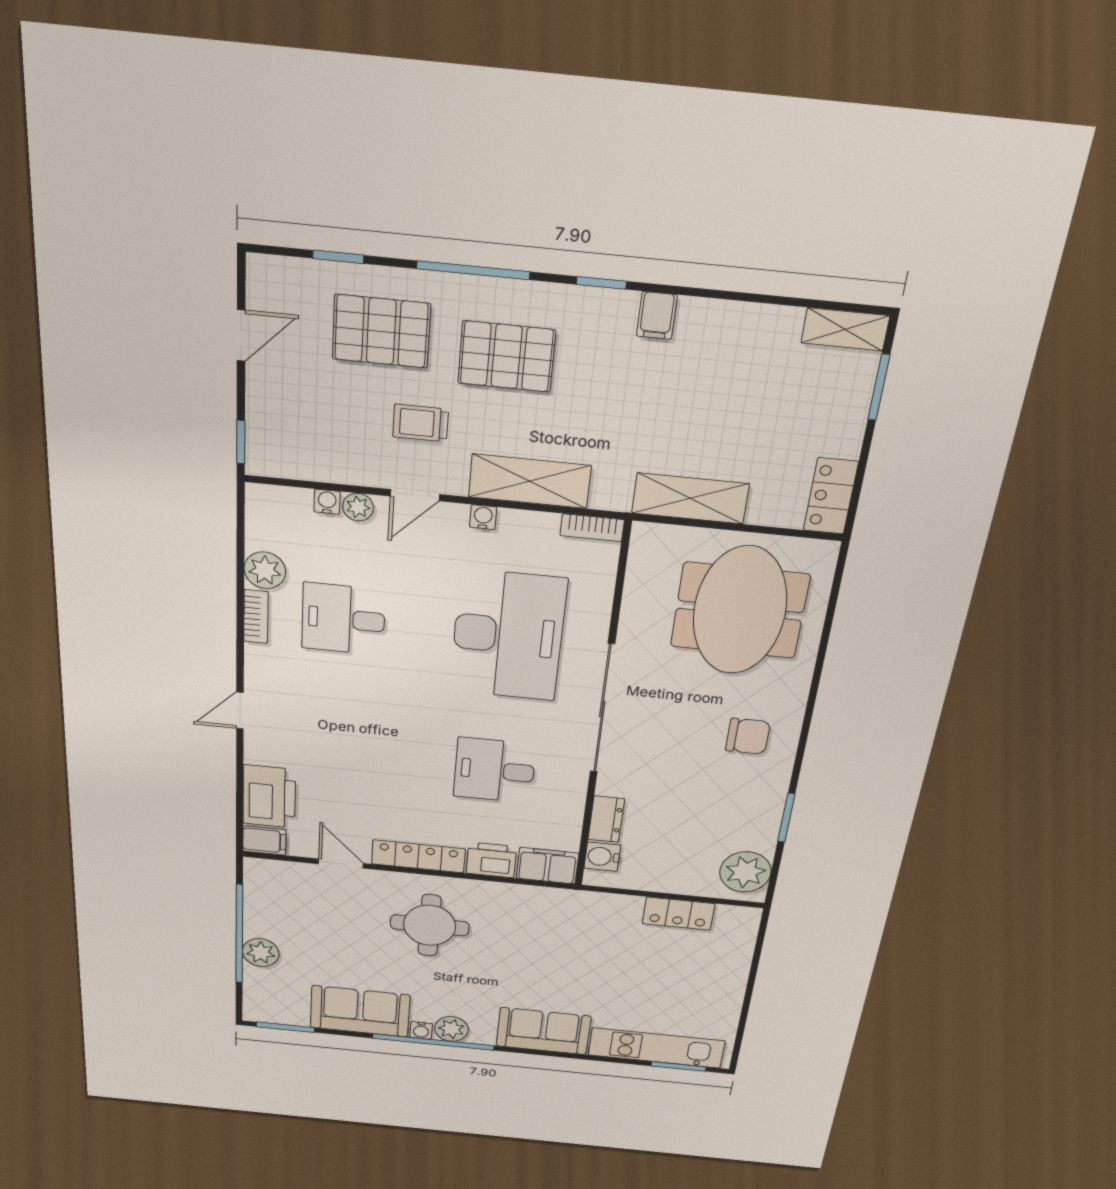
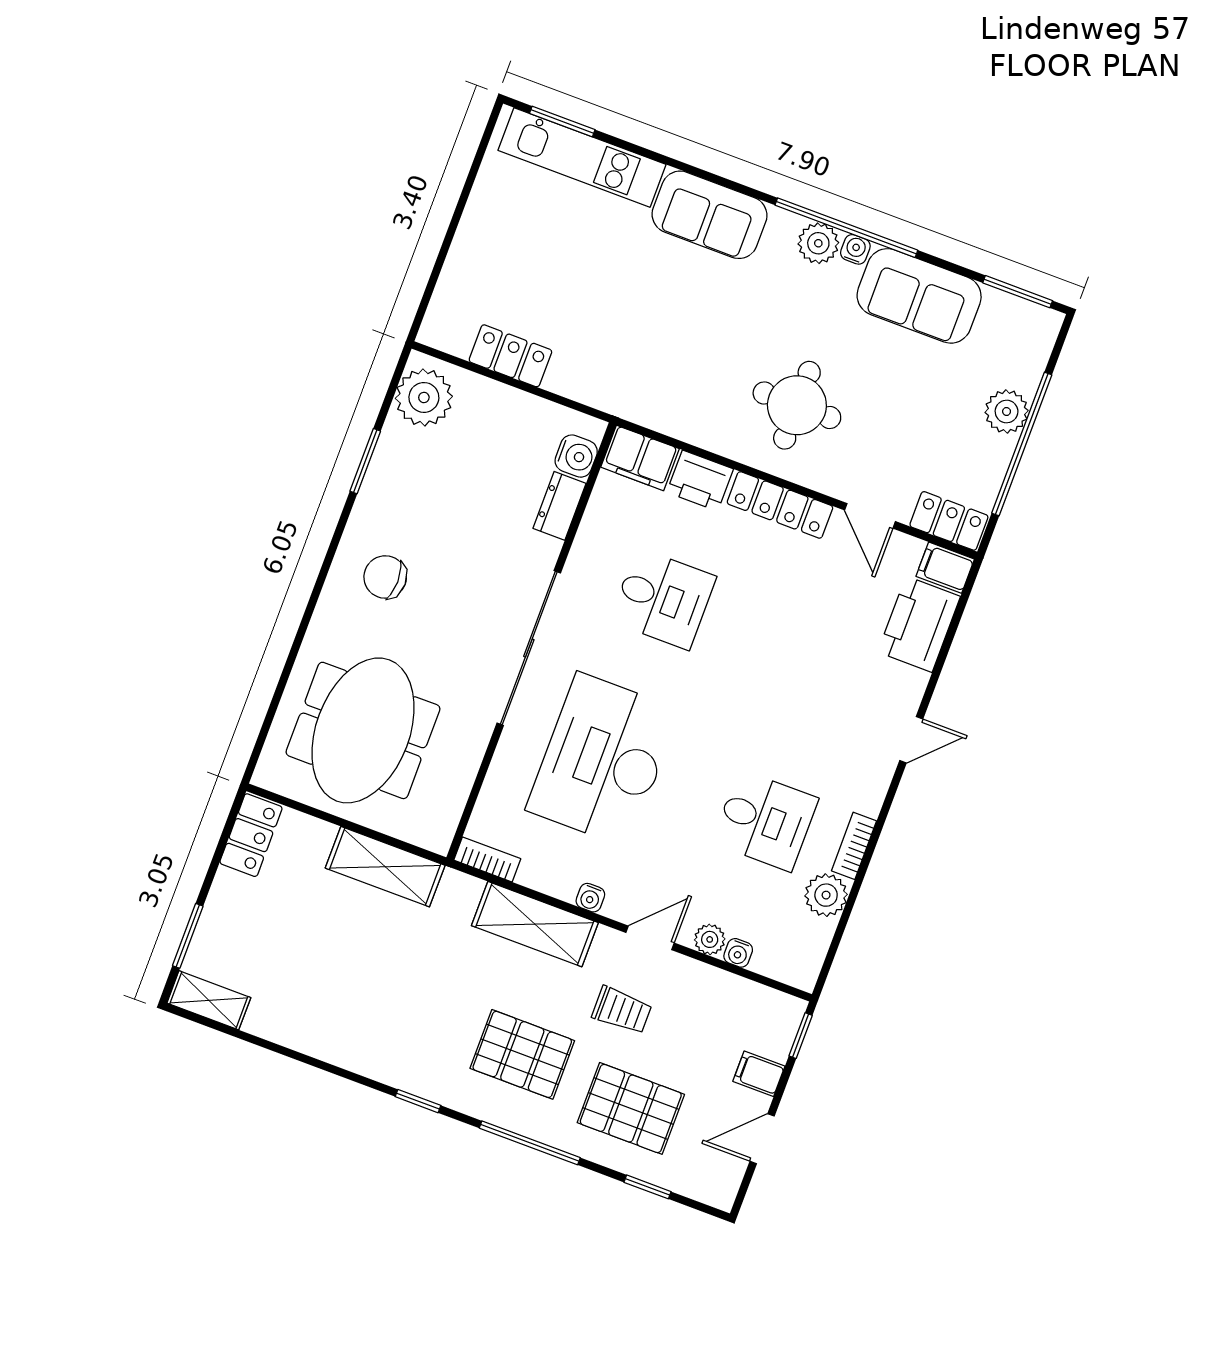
filing cabinet: (657, 315) -> (759, 1074), moved, turned -90
locker: (275, 873) -> (949, 521), added

